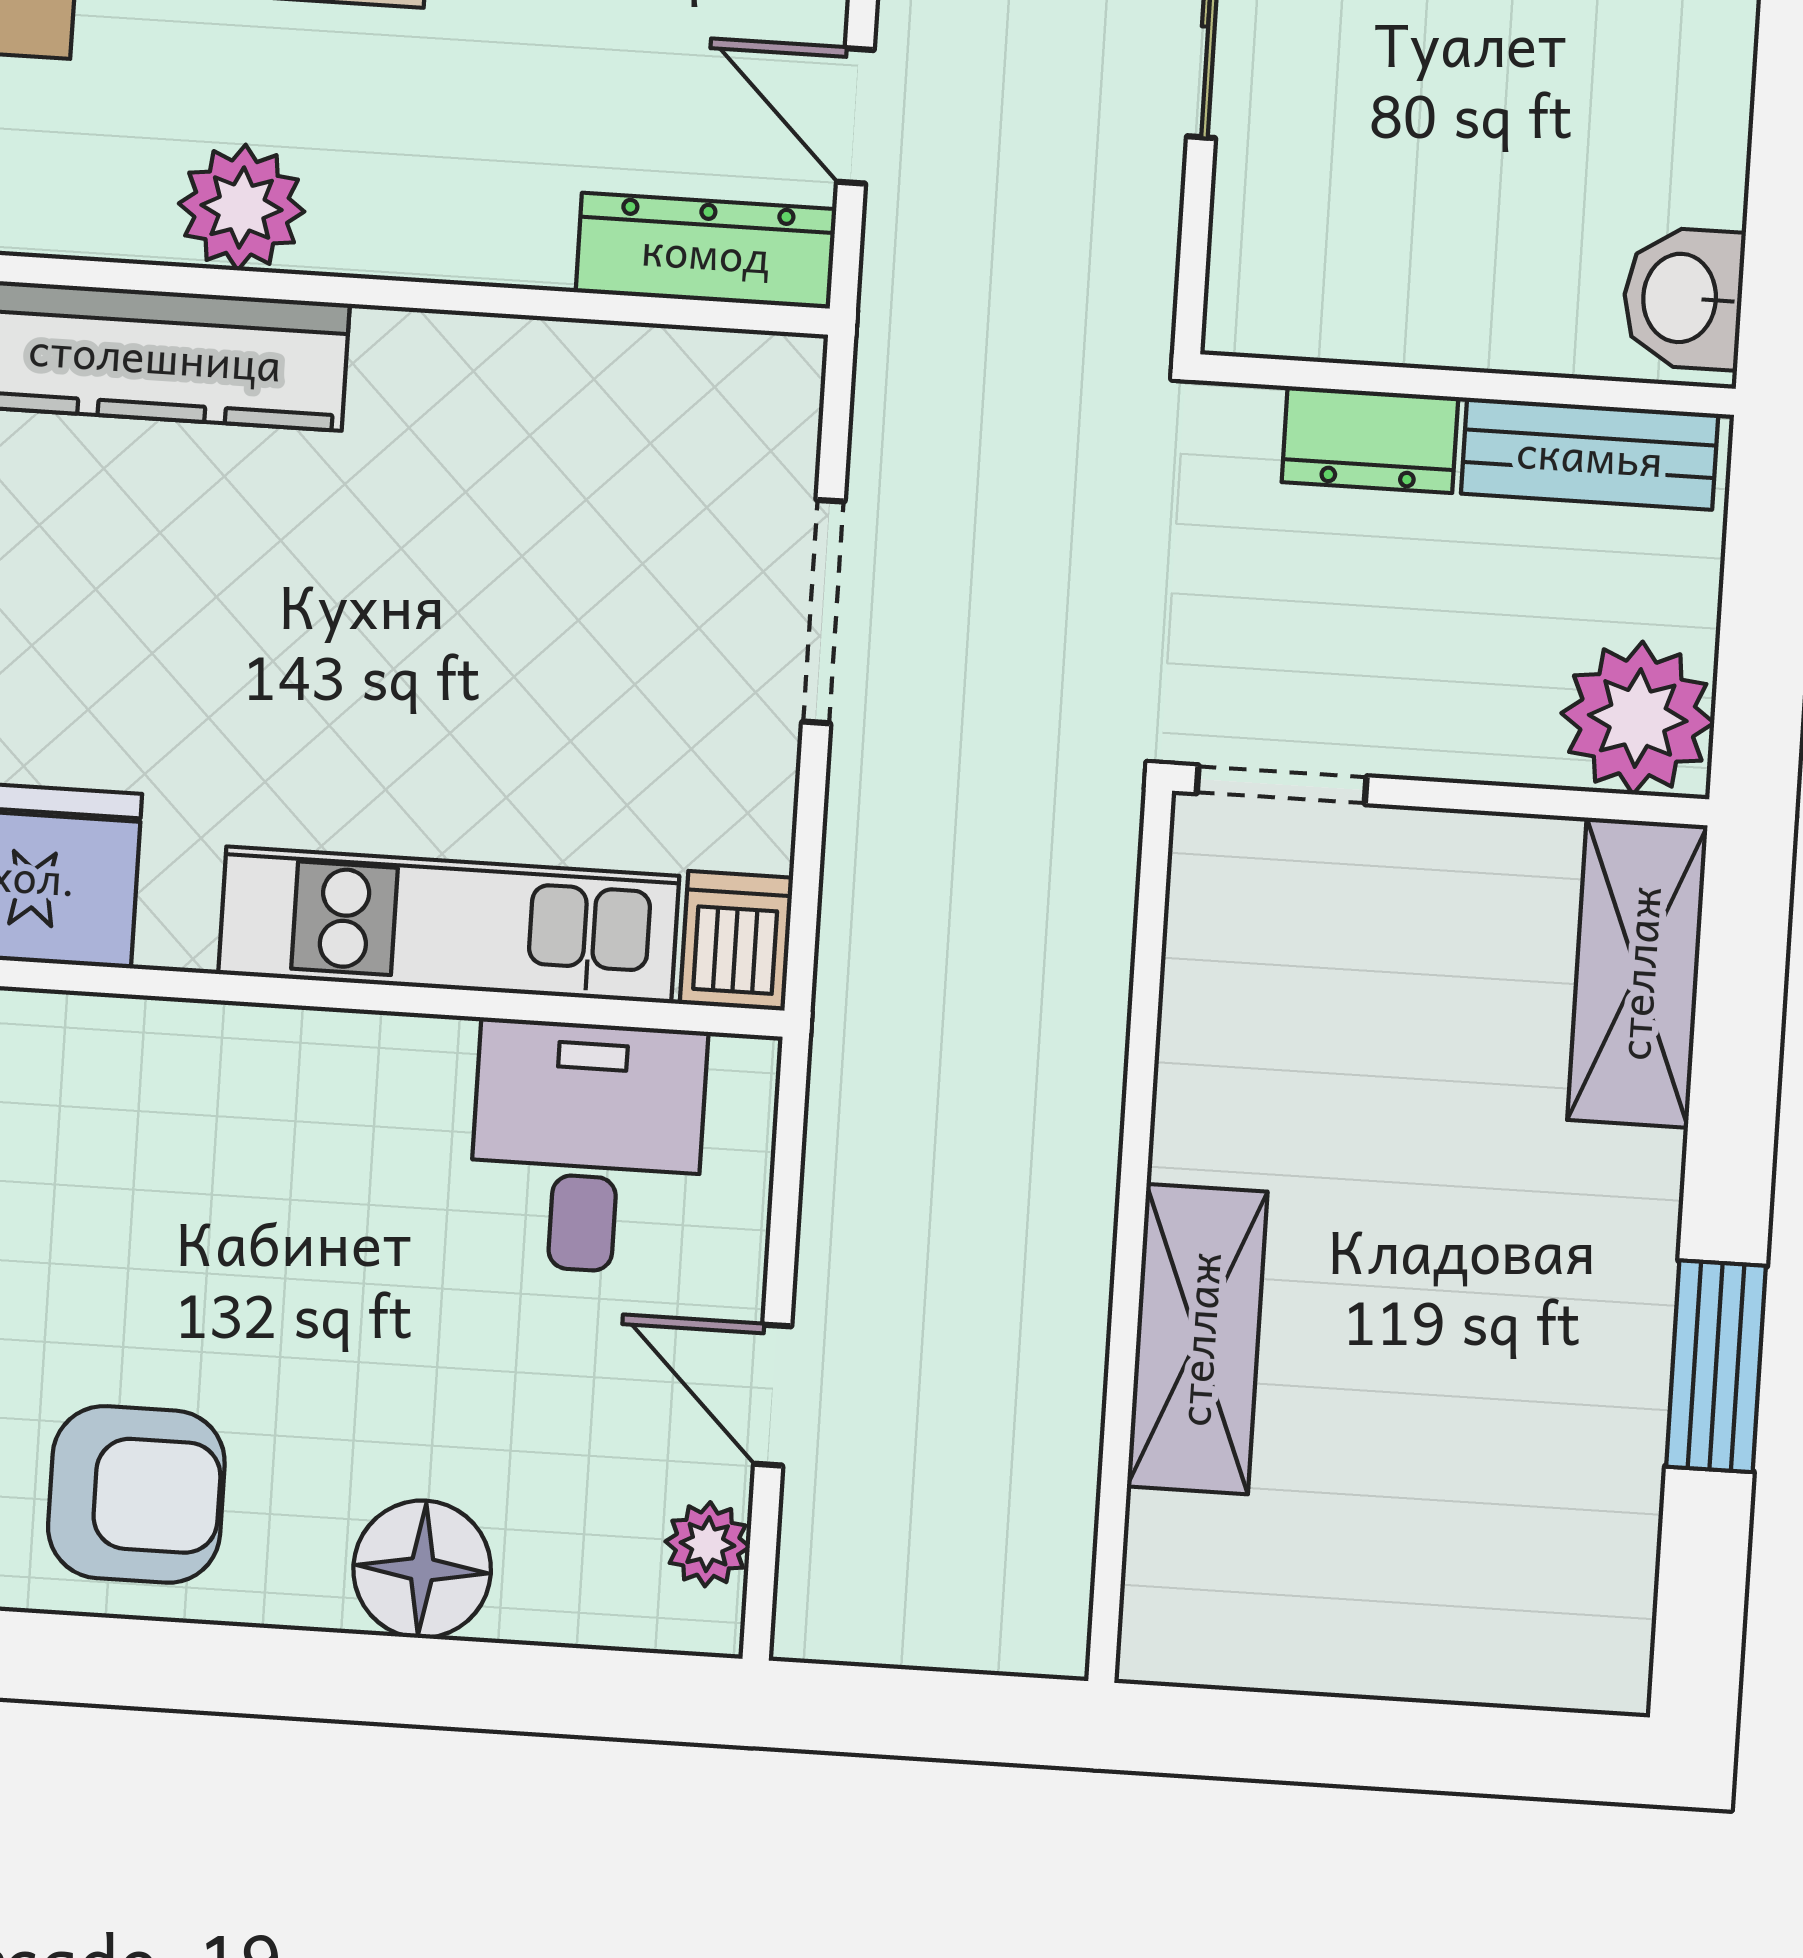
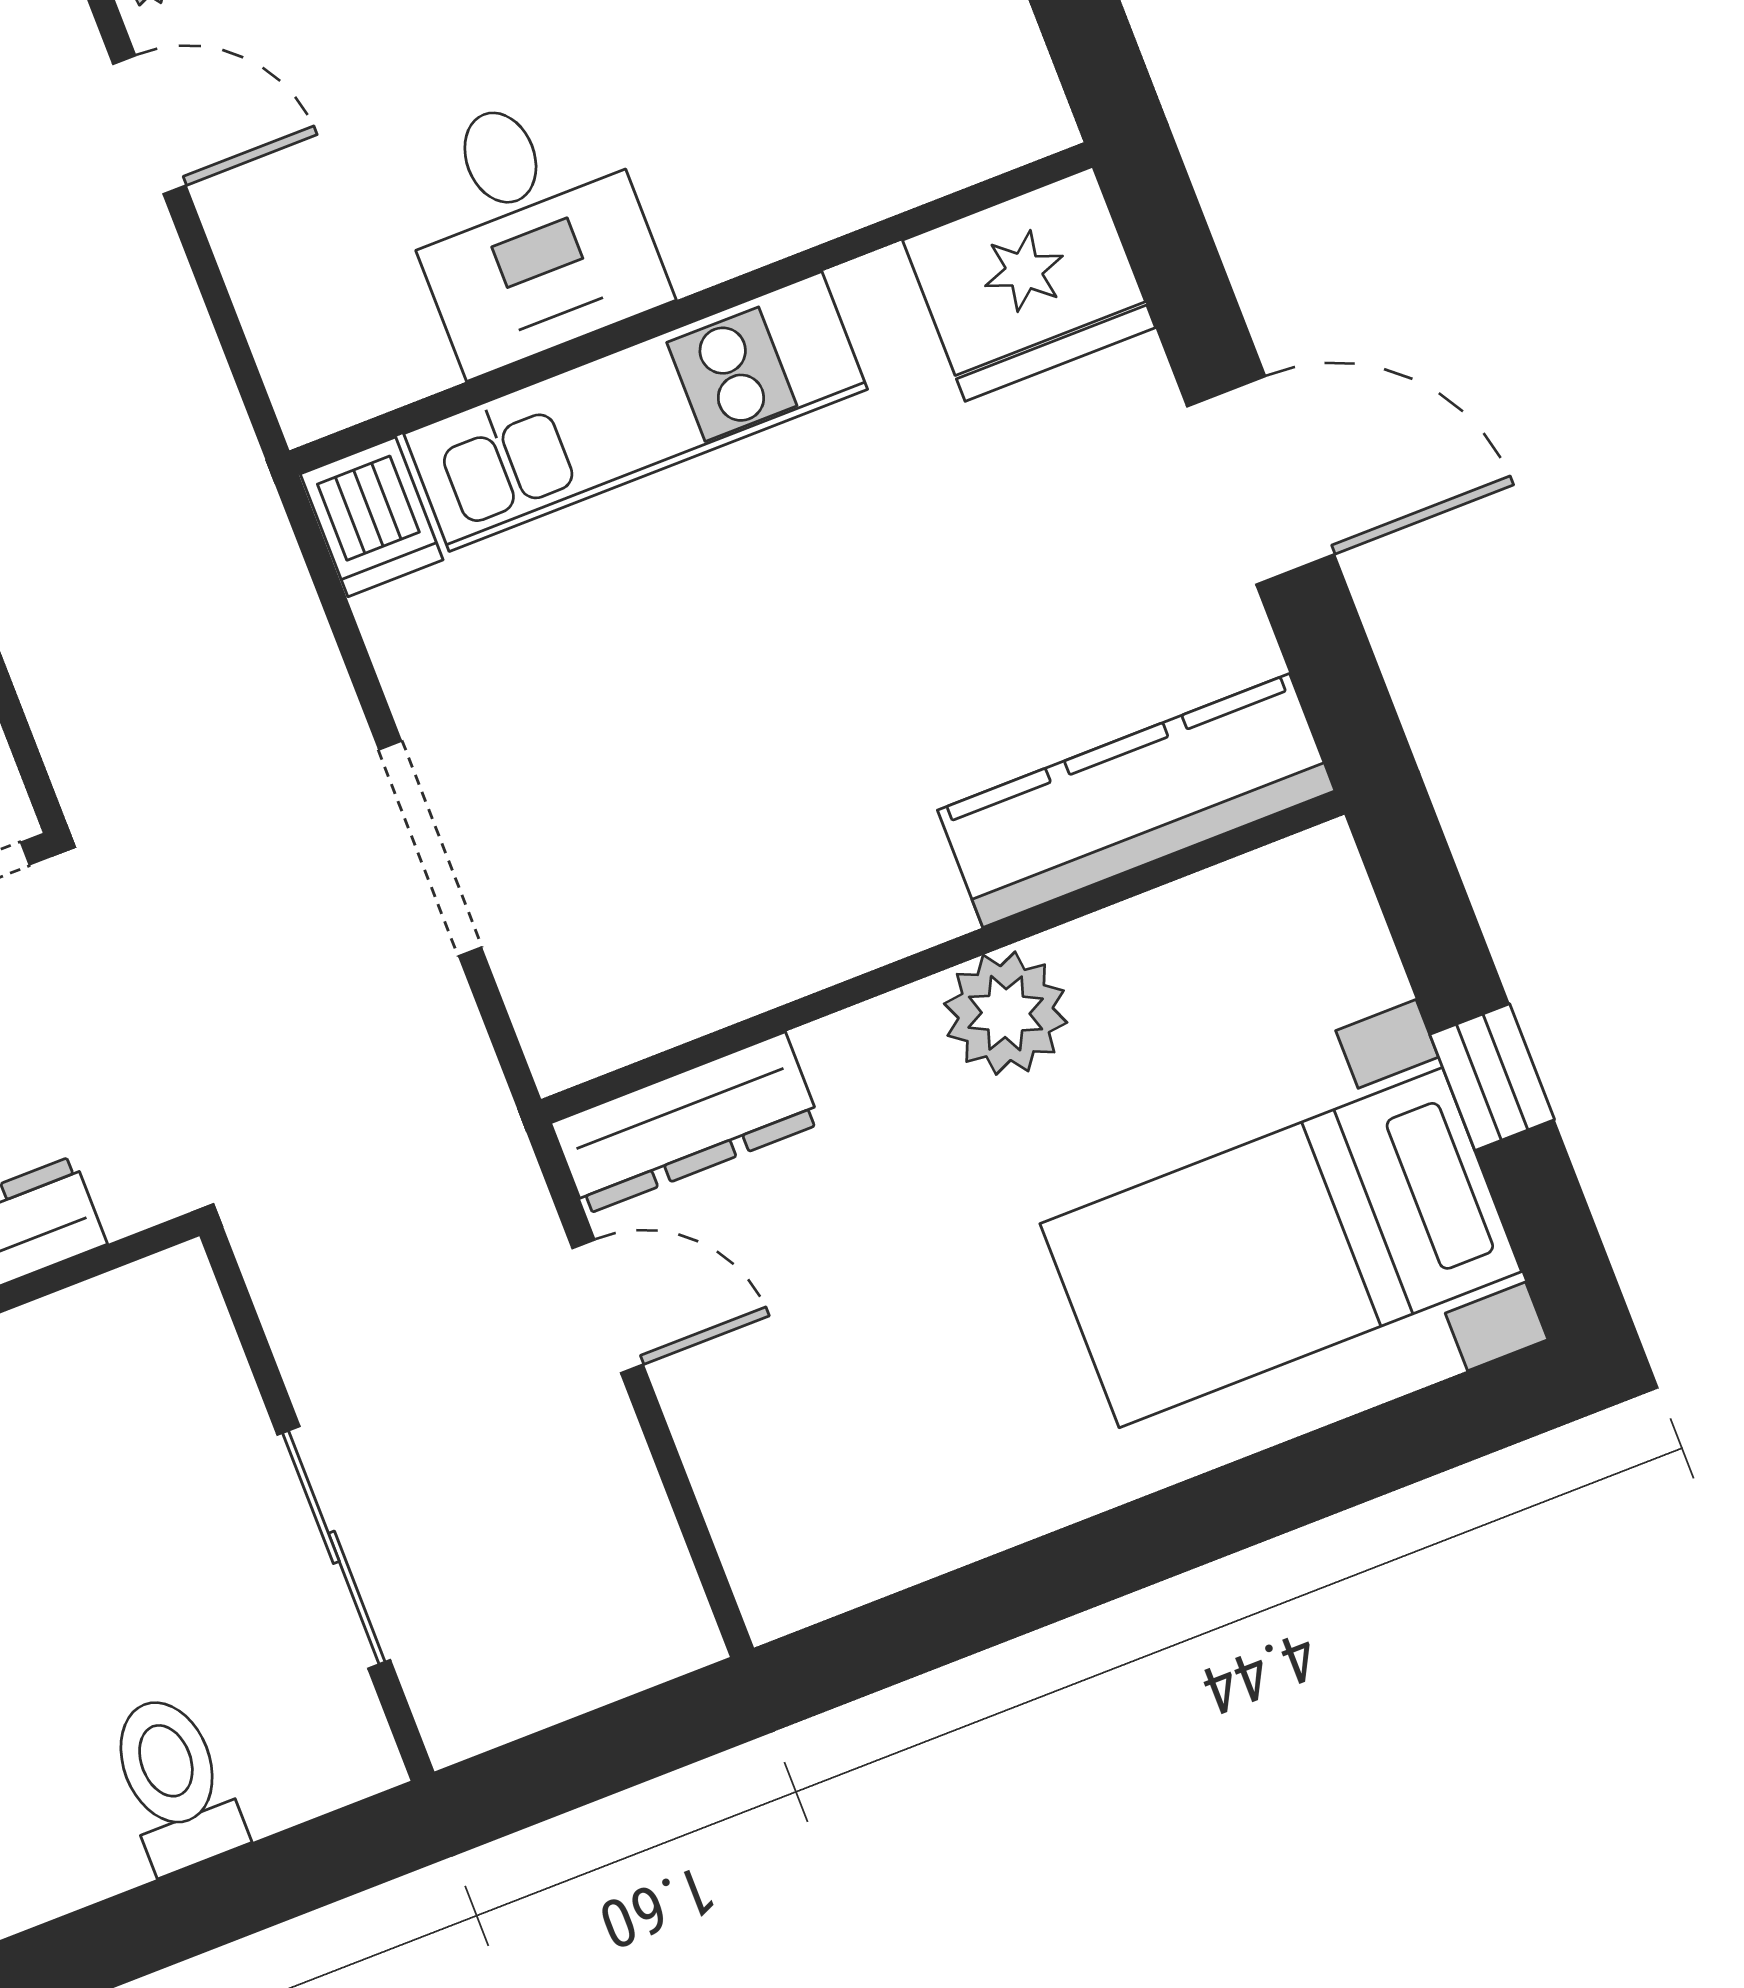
plant: (242, 207) -> (1006, 1013), moved
desk: (587, 1147) -> (528, 228), moved

